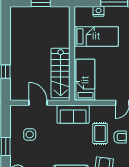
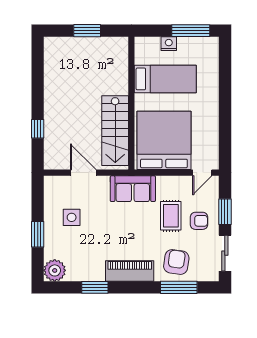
bed: (85, 80) -> (164, 140), width x2.04

